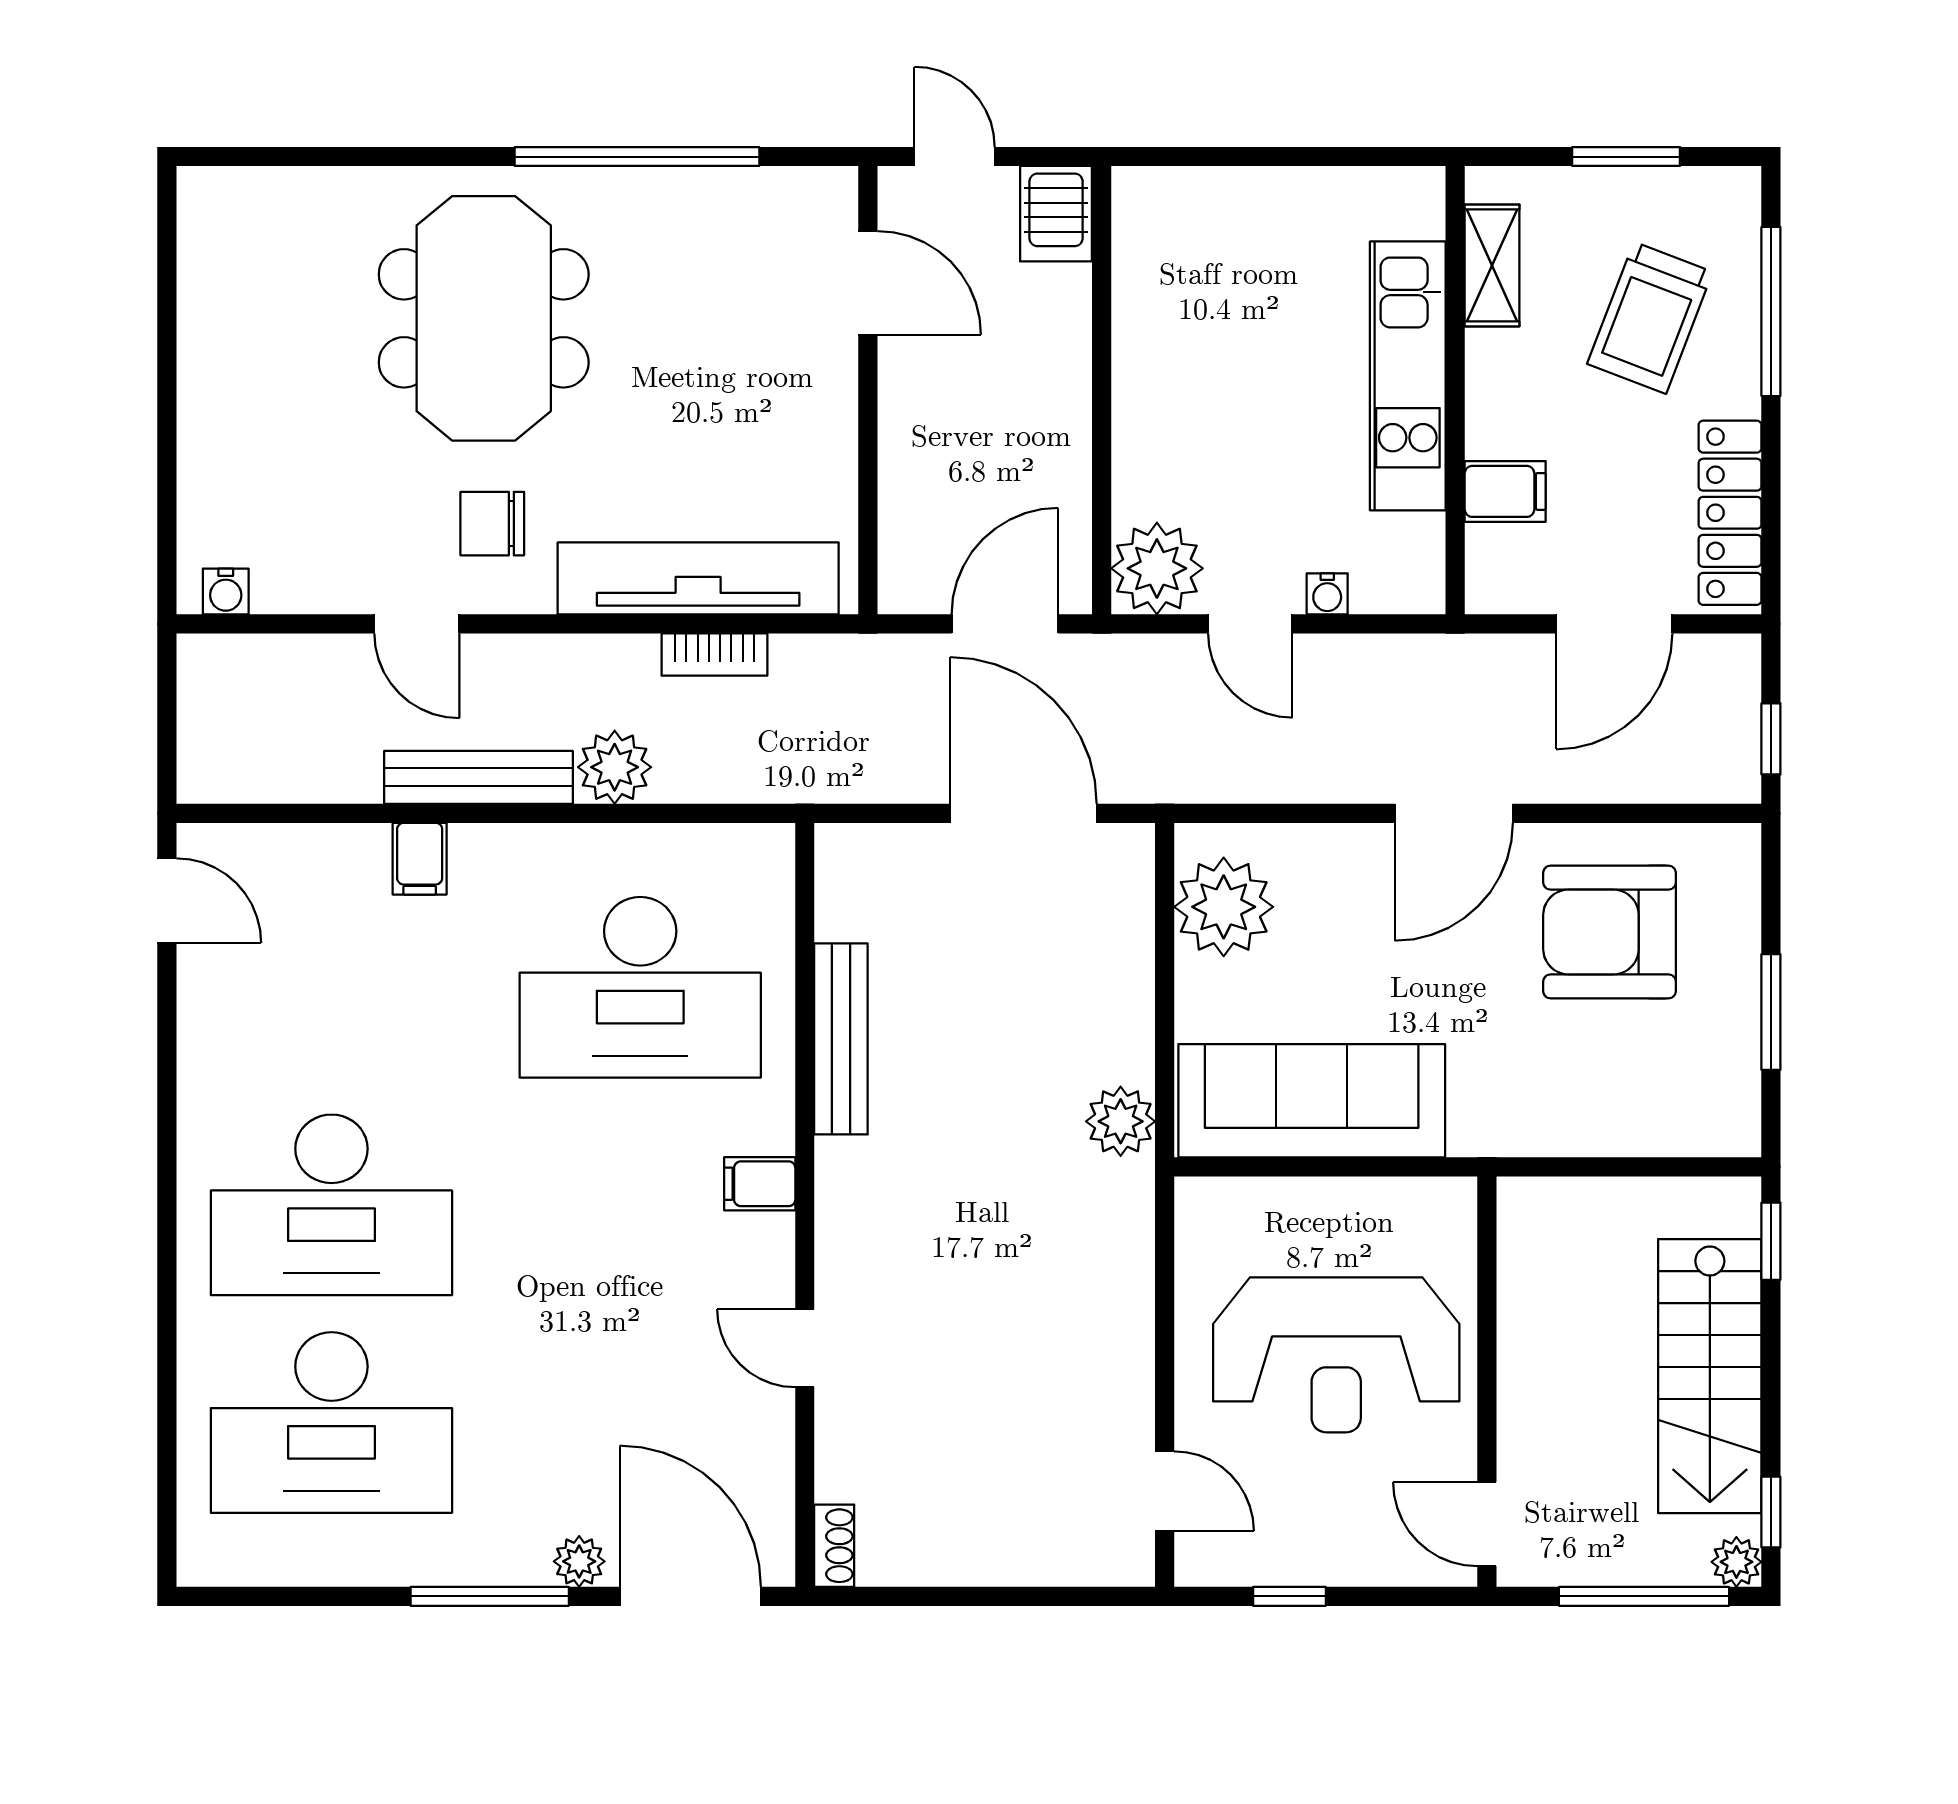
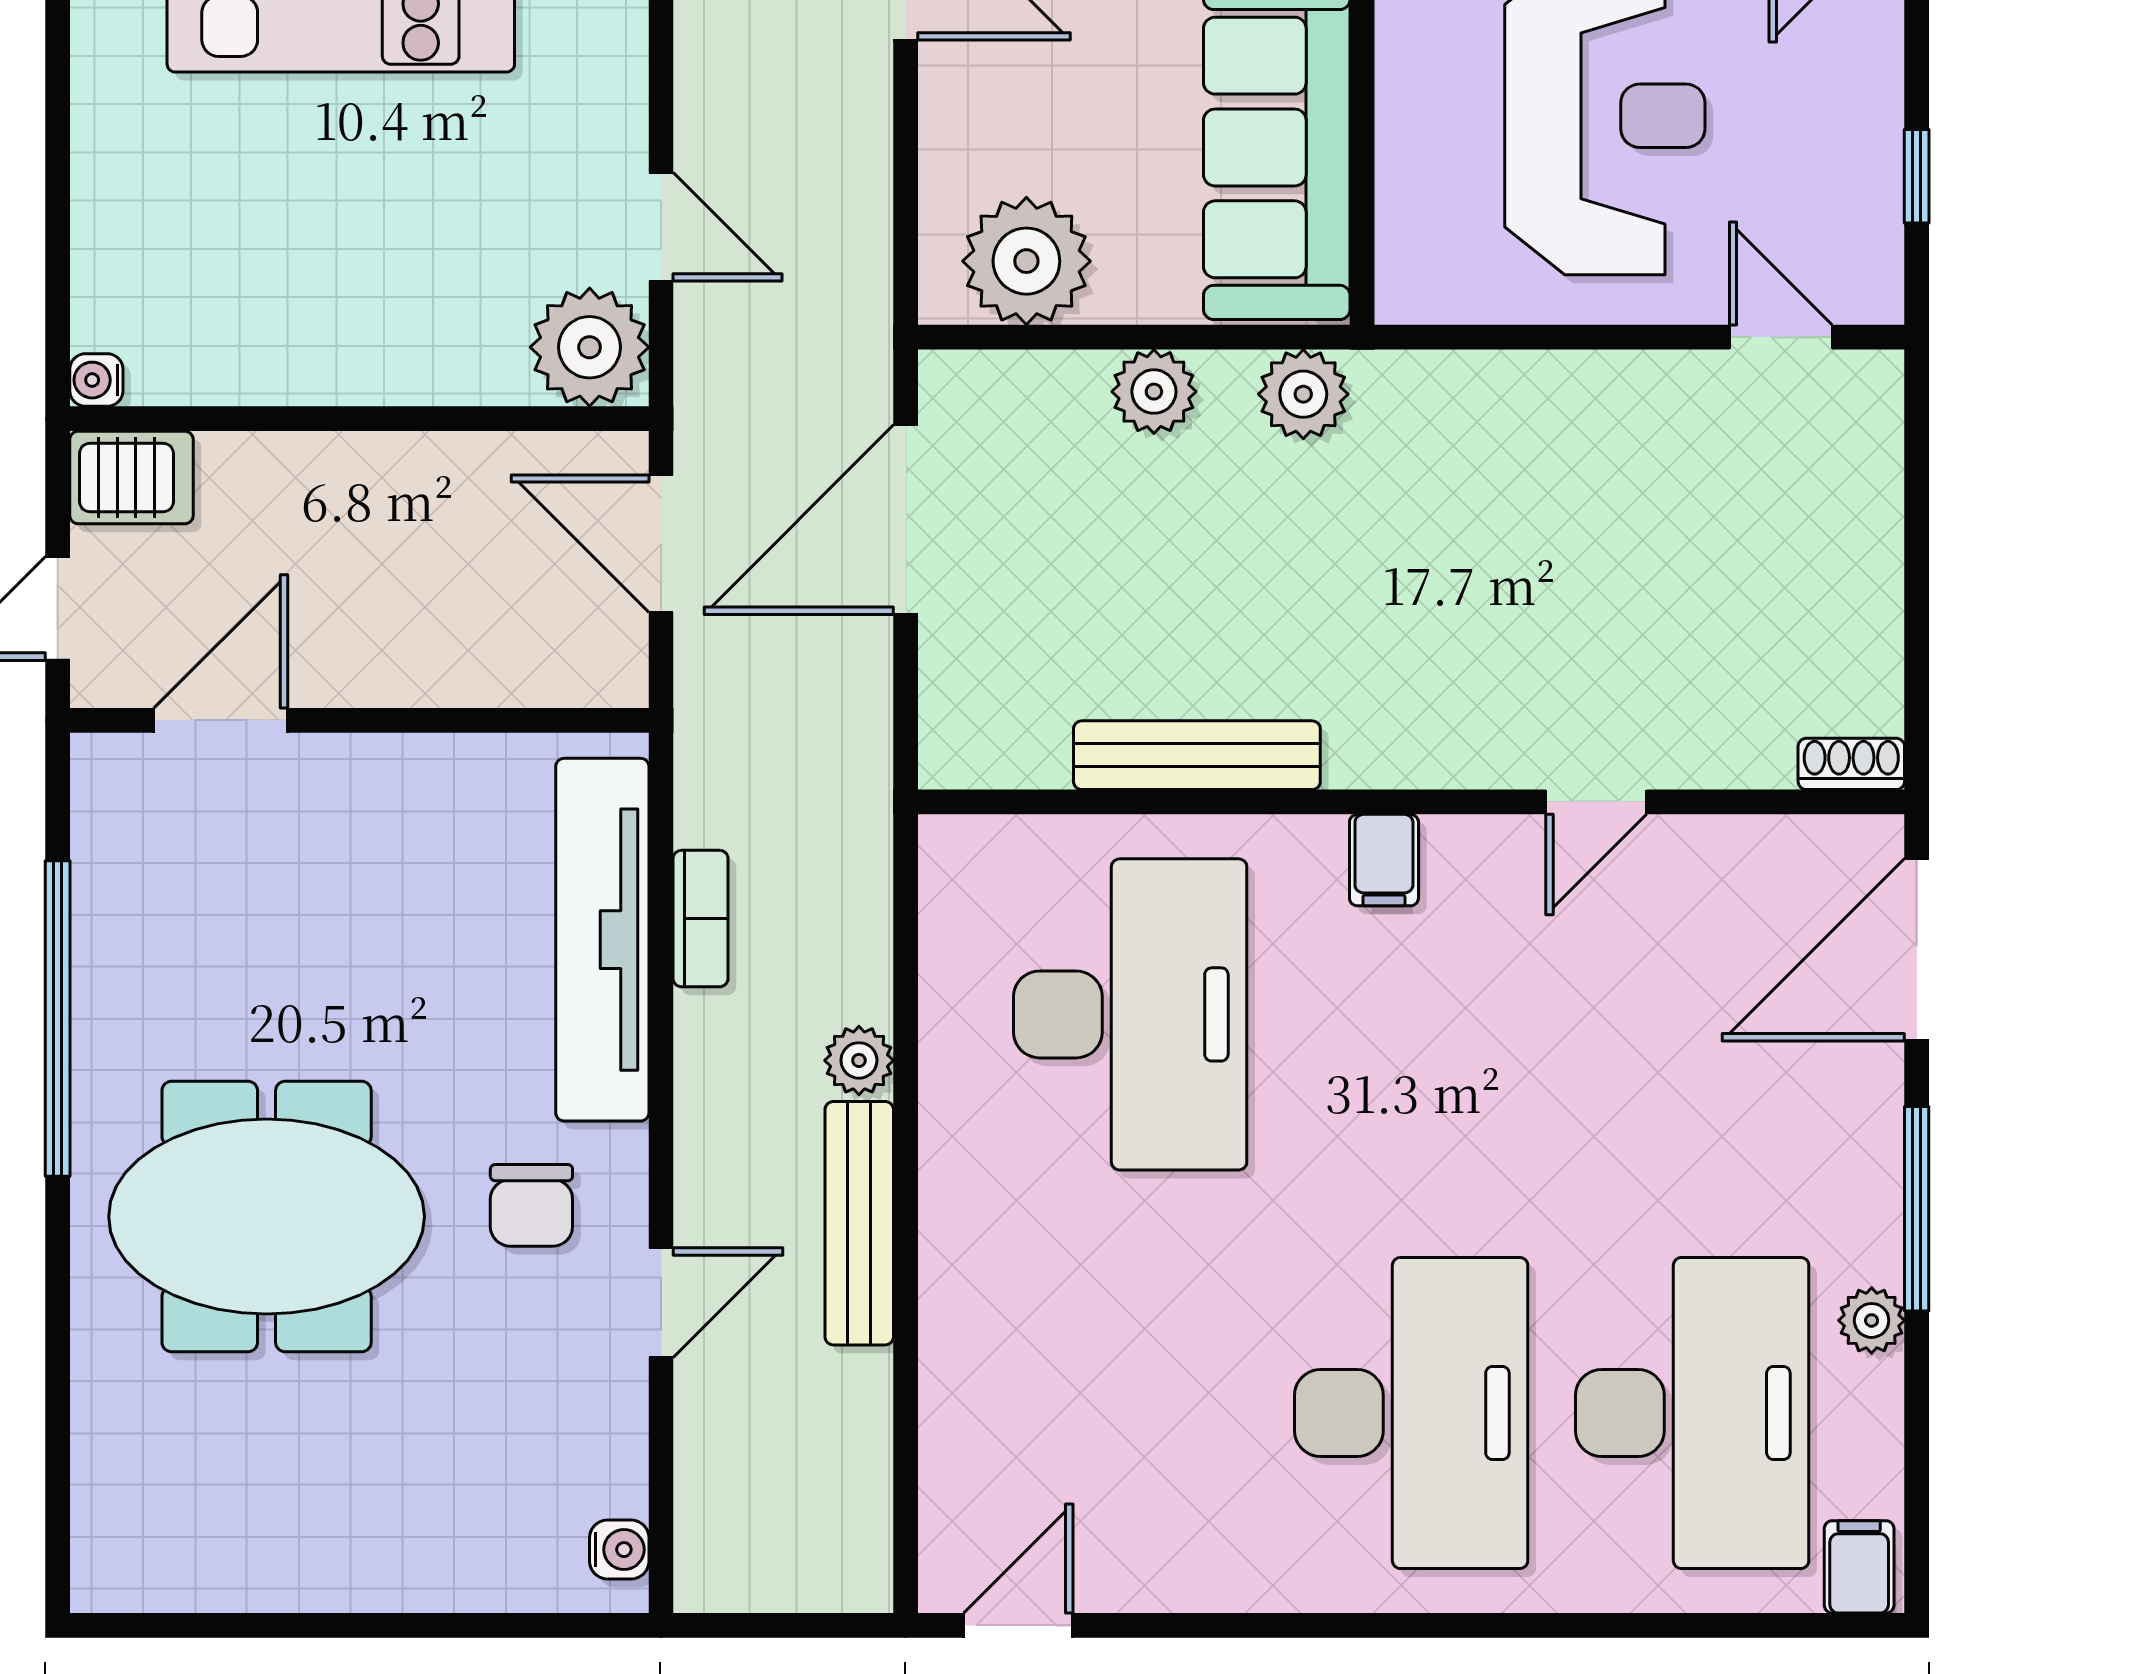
water cooler: (1327, 594) -> (96, 380), moved, turned 180
door: (1250, 624) -> (661, 227), hinge flipped
plant: (615, 767) -> (859, 1060), width x0.73, depth x0.73
filing cabinet: (420, 859) -> (1859, 1567), moved, turned -90
plant: (1123, 1006) -> (1154, 392), added
door: (1165, 1491) -> (1781, 337), hinge flipped
plant: (579, 1561) -> (1872, 1320), moved

